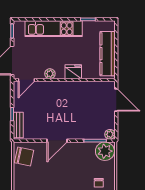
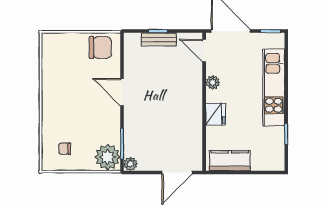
kitchen counter: (108, 54) -> (230, 161), width x0.67
bench: (18, 125) -> (159, 39), moved
chair: (24, 157) -> (100, 47), turned -102

